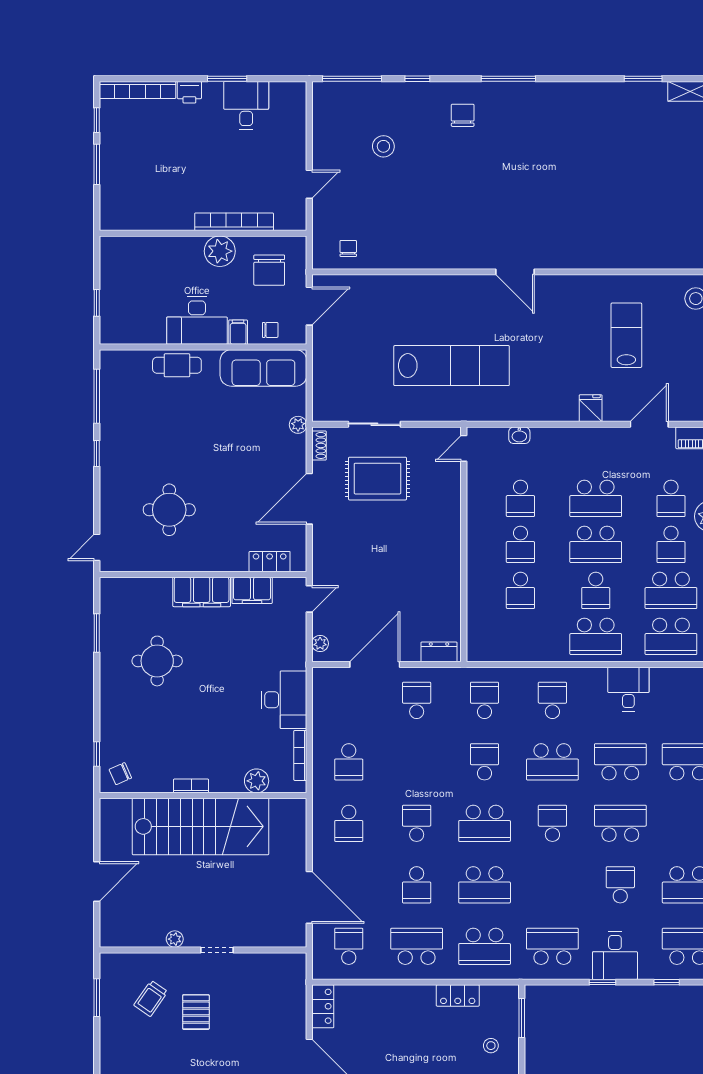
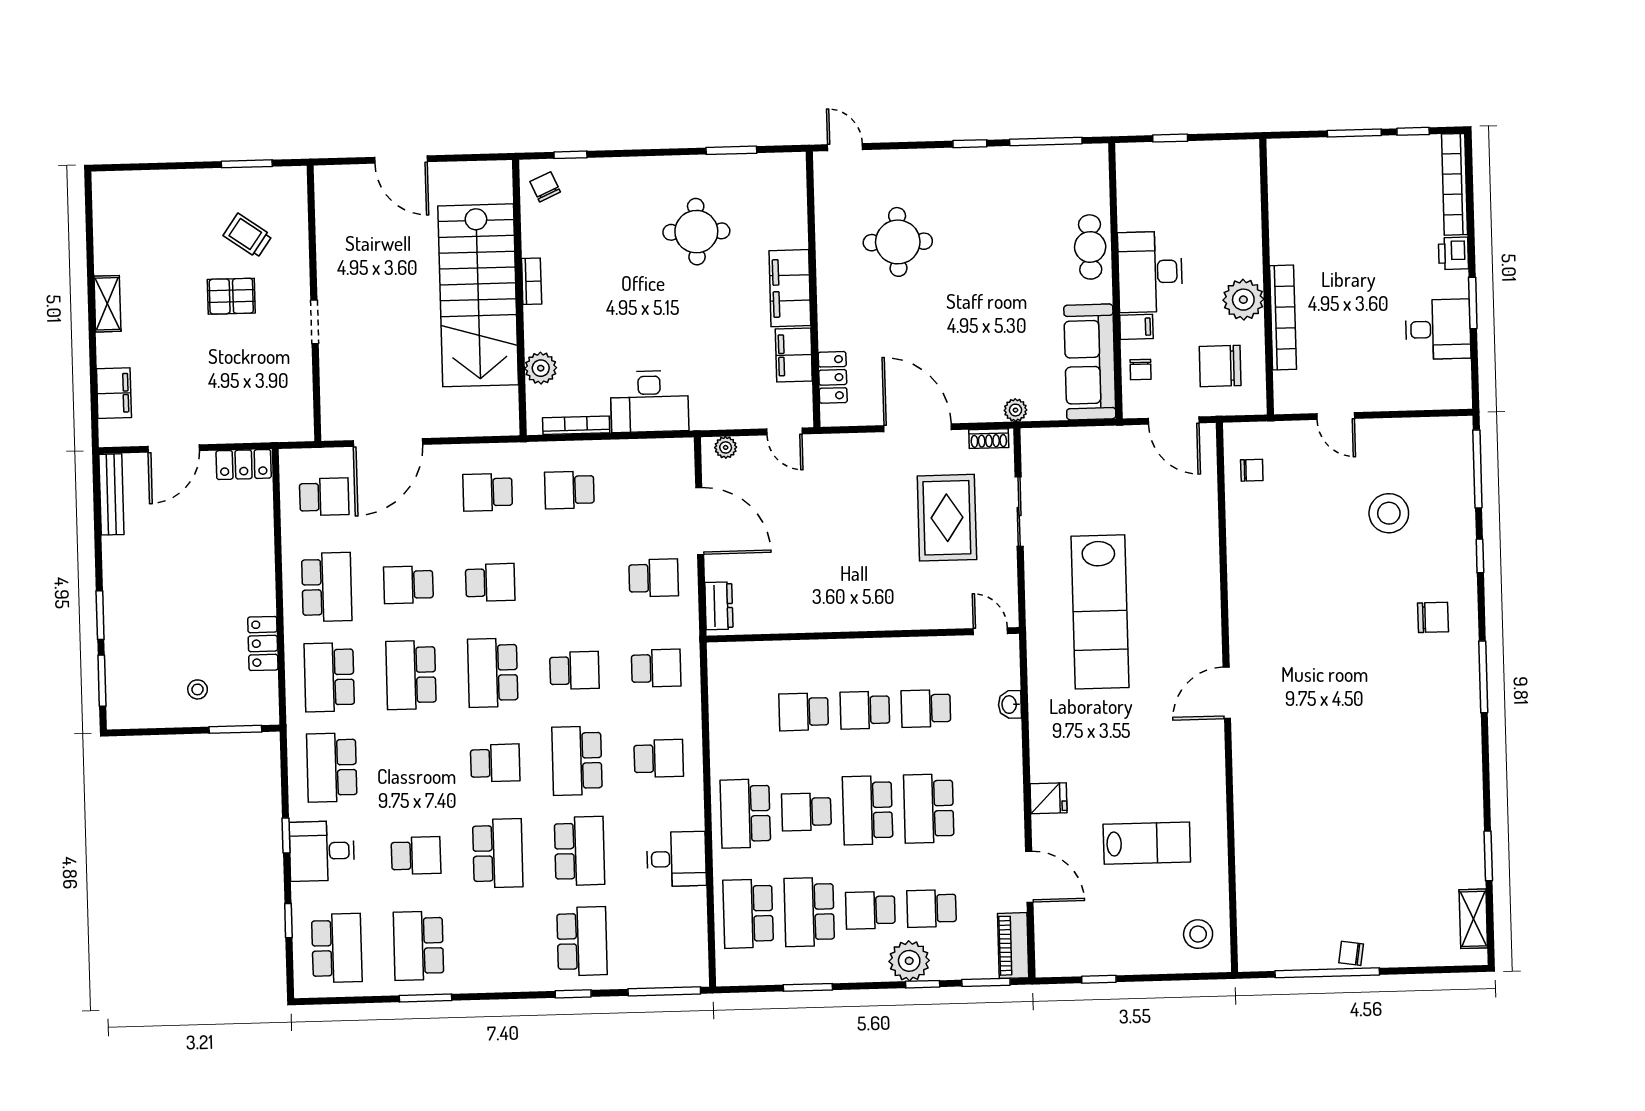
stool: (383, 146) -> (1389, 513), width x1.38, depth x1.38
plant: (175, 939) -> (327, 265), removed
school desk: (552, 946) -> (332, 768), turned 180

